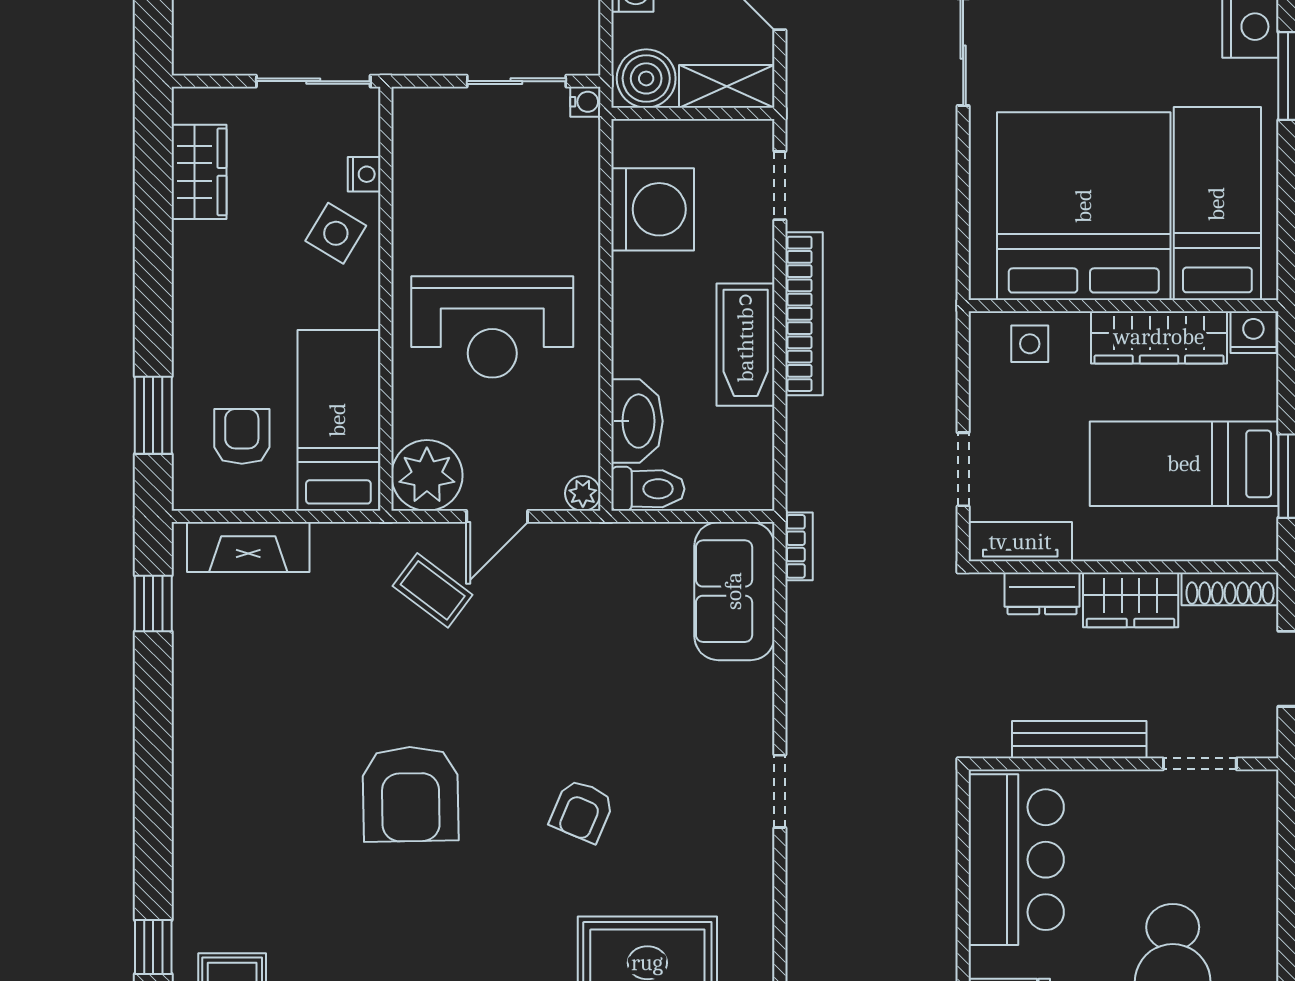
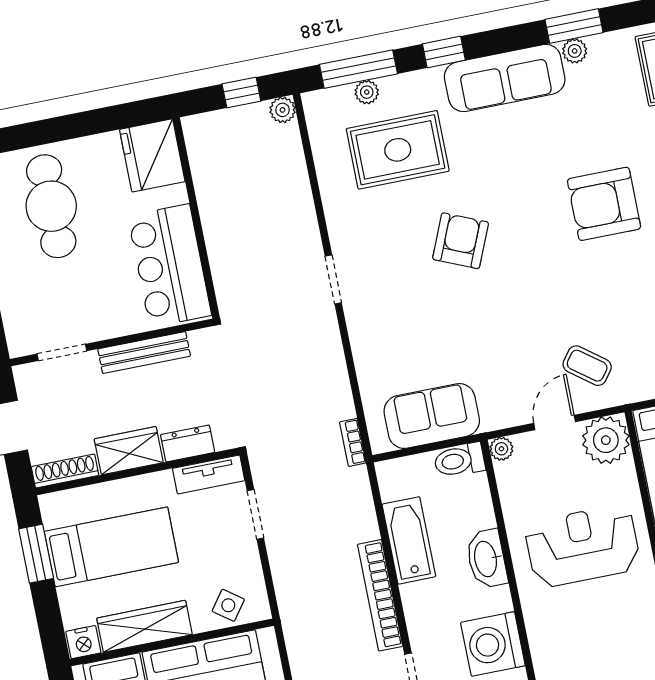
side table: (1030, 344) -> (228, 605), turned 36
bathtub: (746, 345) -> (409, 540), moved
washbasin: (637, 421) -> (487, 559), moved
sofa: (734, 591) -> (432, 416), moved, turned -90
armchair: (411, 794) -> (604, 204), moved, turned -89
armchair: (582, 811) -> (461, 241), width x1.38, depth x1.38

